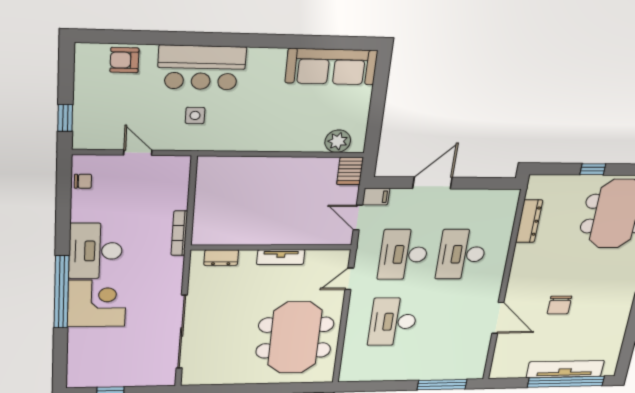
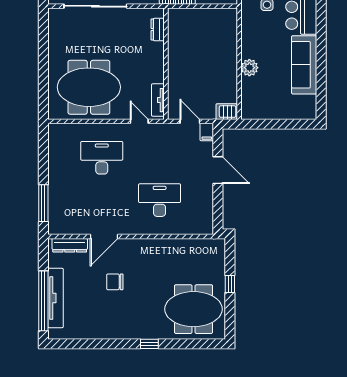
sofa: (331, 67) -> (304, 65), moved
plant: (338, 141) -> (249, 68), moved
door: (358, 218) -> (190, 121), hinge flipped
dresser: (529, 221) -> (70, 245), moved
desk: (404, 254) -> (160, 158), removed
tv unit: (281, 257) -> (158, 100), moved

